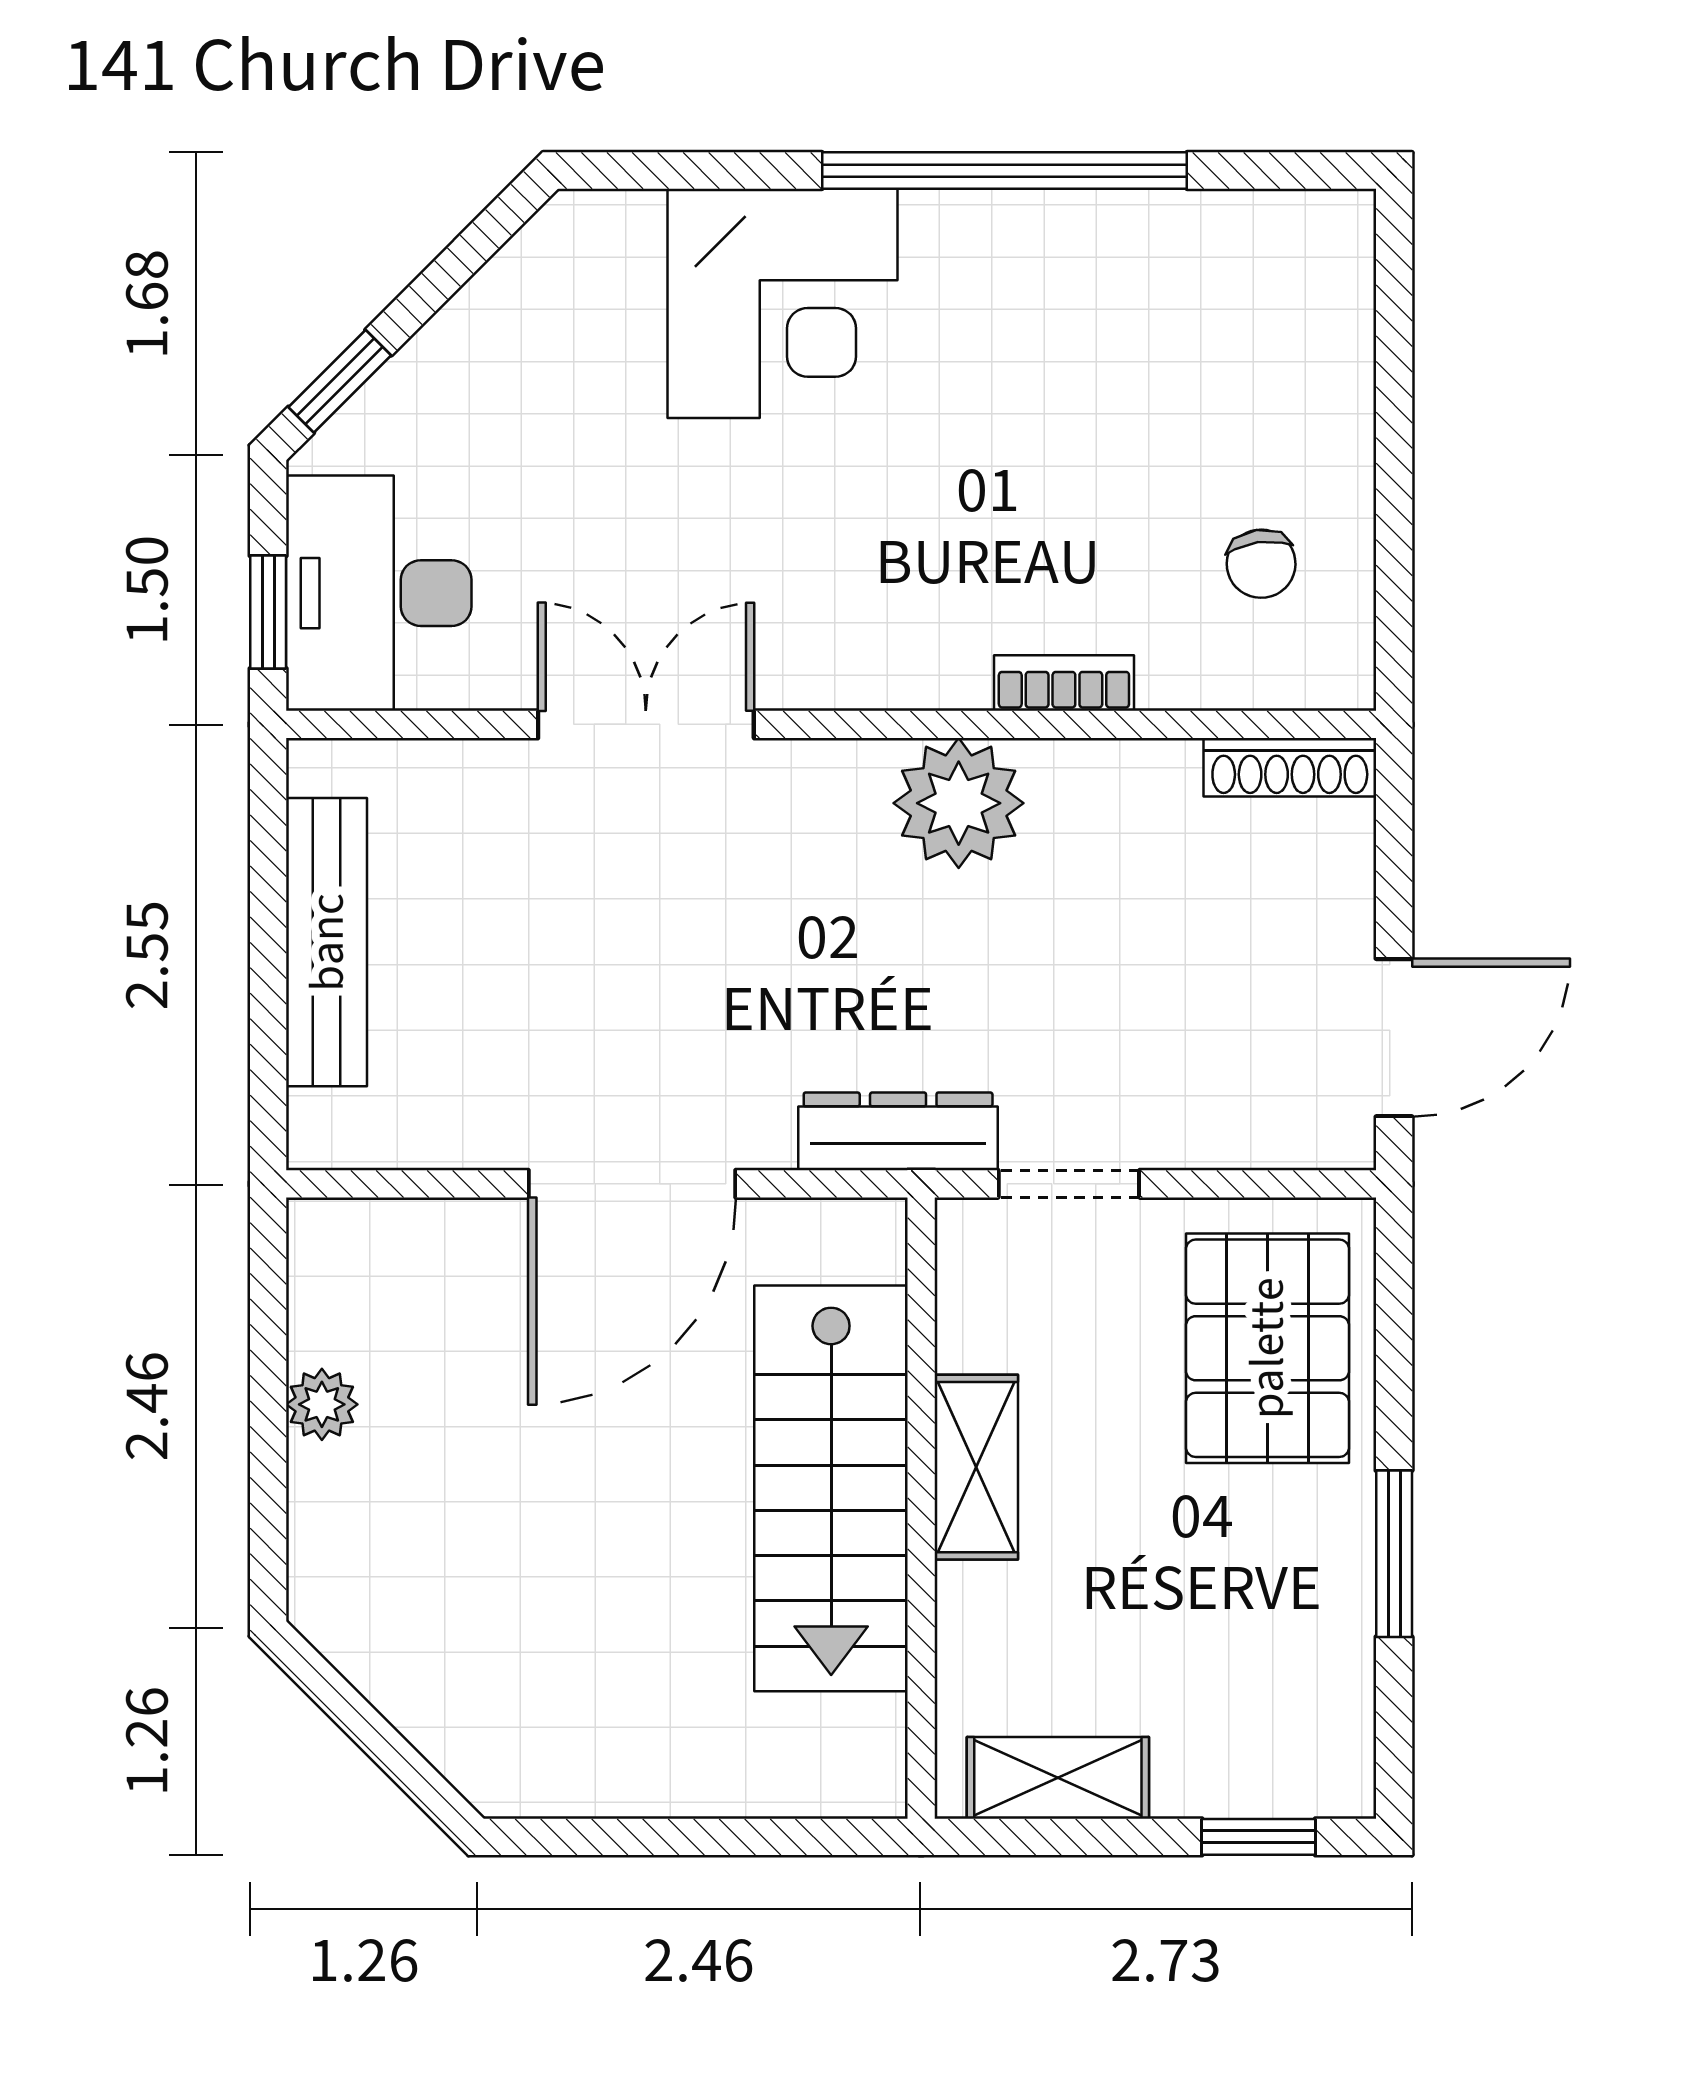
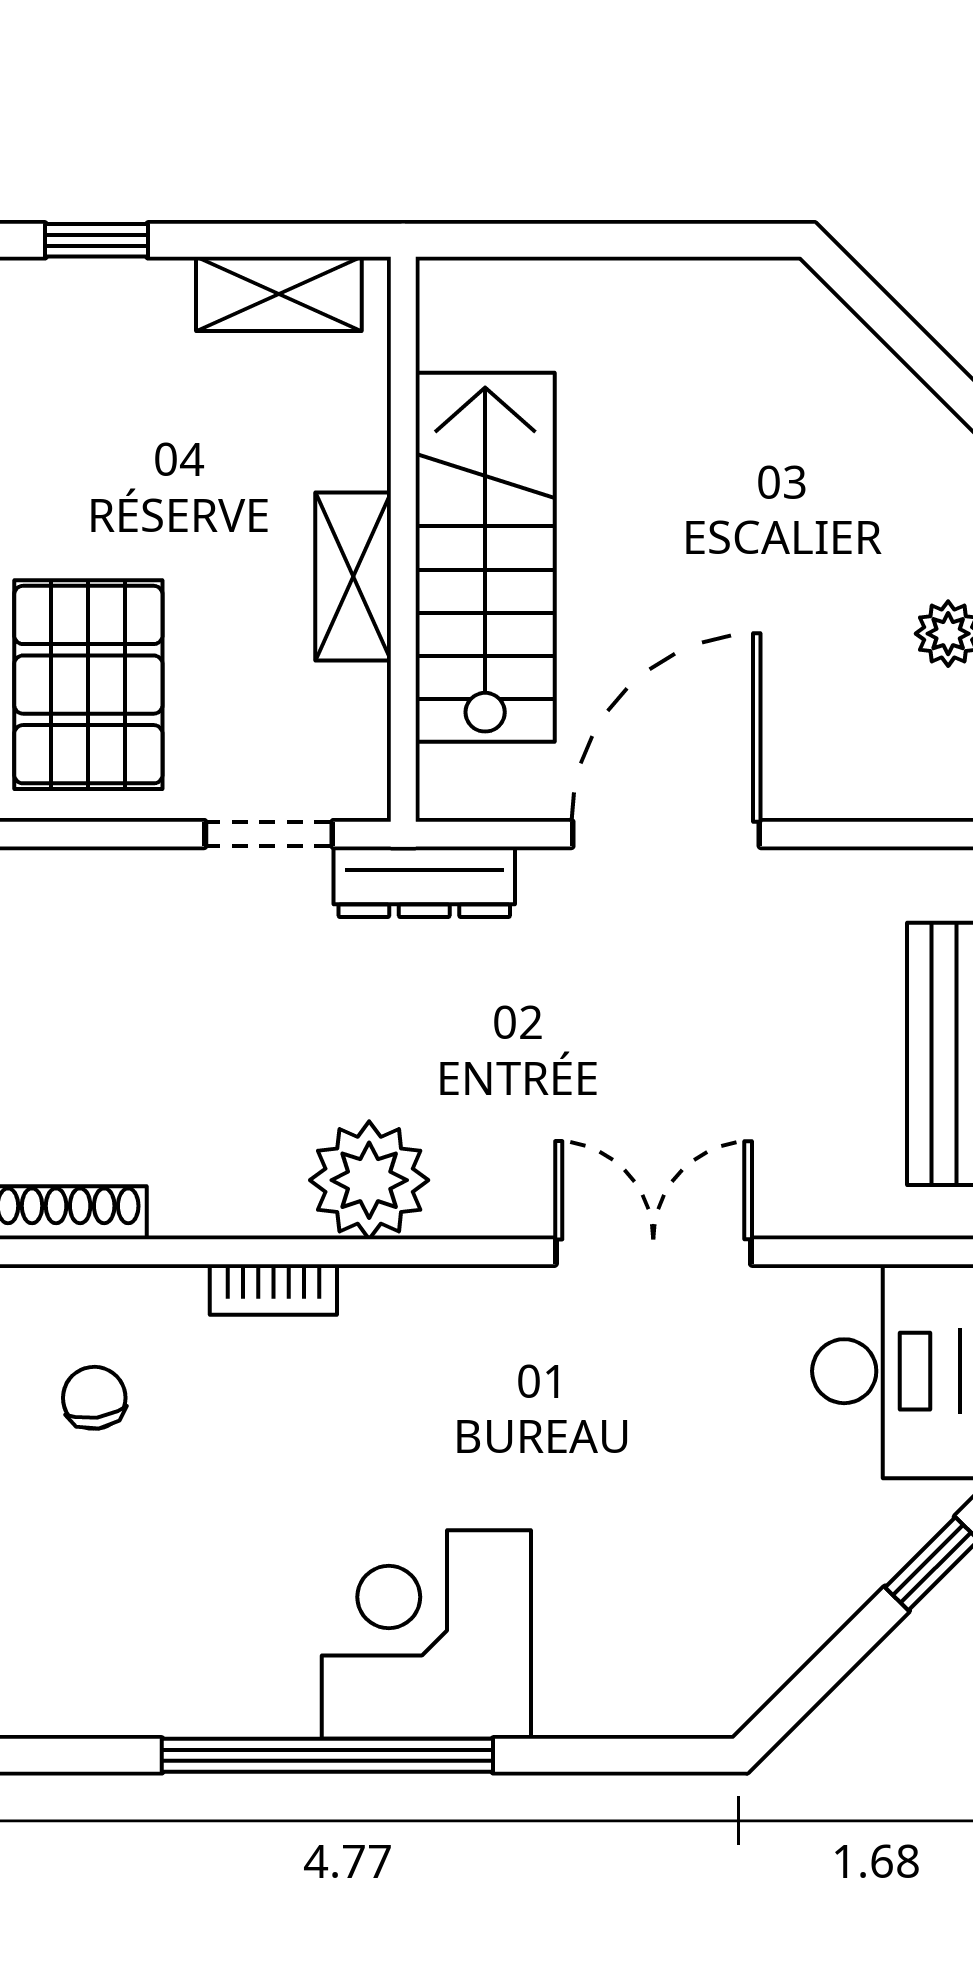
corner desk: (782, 303) -> (426, 1635), moved
double door: (646, 724) -> (653, 1252), swing flipped

